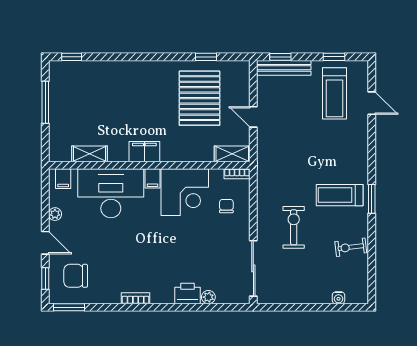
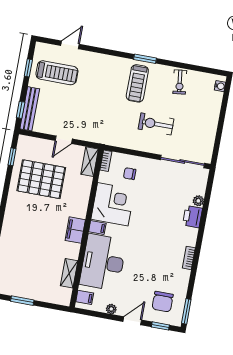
window: (206, 57) -> (12, 157), moved
window: (45, 102) -> (22, 301), width x0.69
water cooler: (338, 298) -> (220, 86), moved

